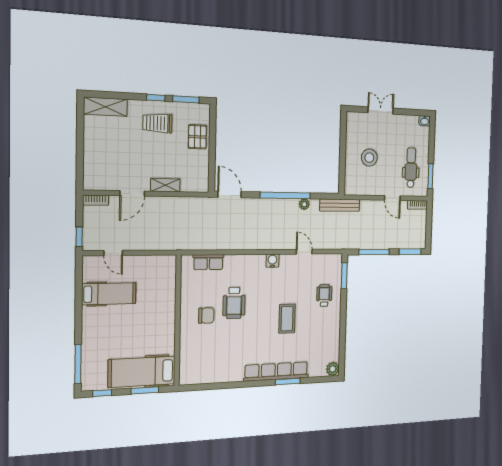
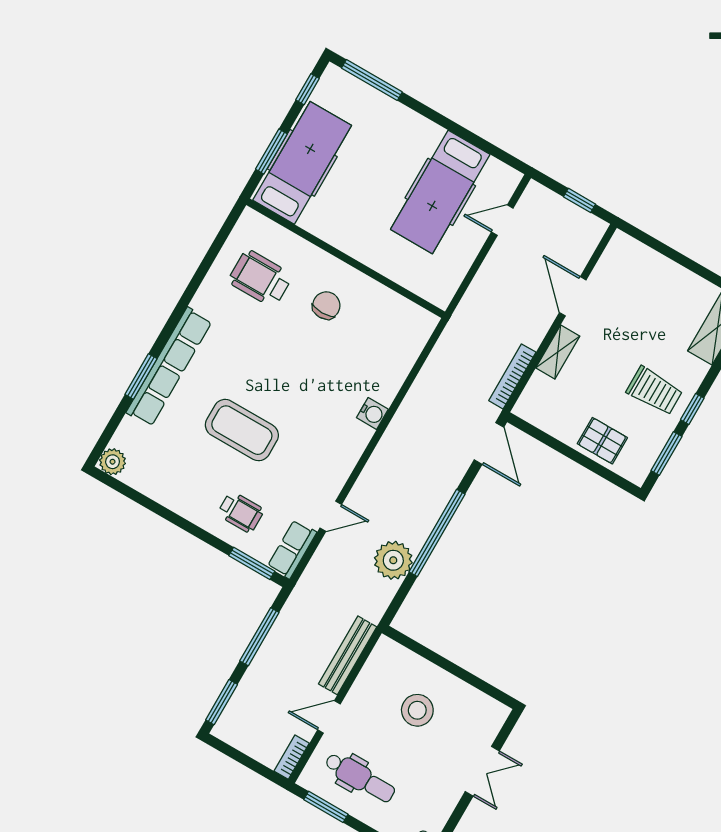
trolley: (157, 123) -> (654, 391), turned 90
door: (230, 194) -> (489, 443), hinge flipped
bookcase: (96, 200) -> (512, 376), moved, width x1.56
plant: (304, 204) -> (393, 560), width x1.88, depth x1.88
bench: (340, 205) -> (348, 655), moved
window: (79, 237) -> (579, 200), moved
water cooler: (272, 261) -> (372, 413), moved
row of seats: (208, 262) -> (292, 549), moved
hospital bed: (109, 294) -> (440, 192), width x1.37, depth x1.29
wheelchair: (234, 303) -> (260, 278), moved
chair: (206, 315) -> (326, 305), turned 180
coffee table: (287, 319) -> (242, 430), width x1.36, depth x1.32

